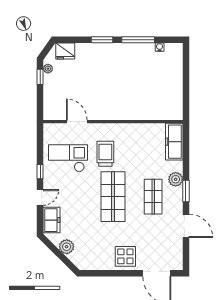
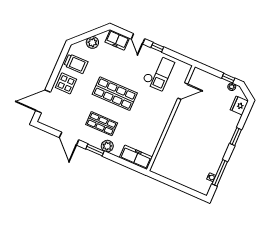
window: (138, 40) -> (220, 173), moved
trolley: (105, 154) -> (76, 64), moved
door: (186, 226) -> (69, 139), hinge flipped

